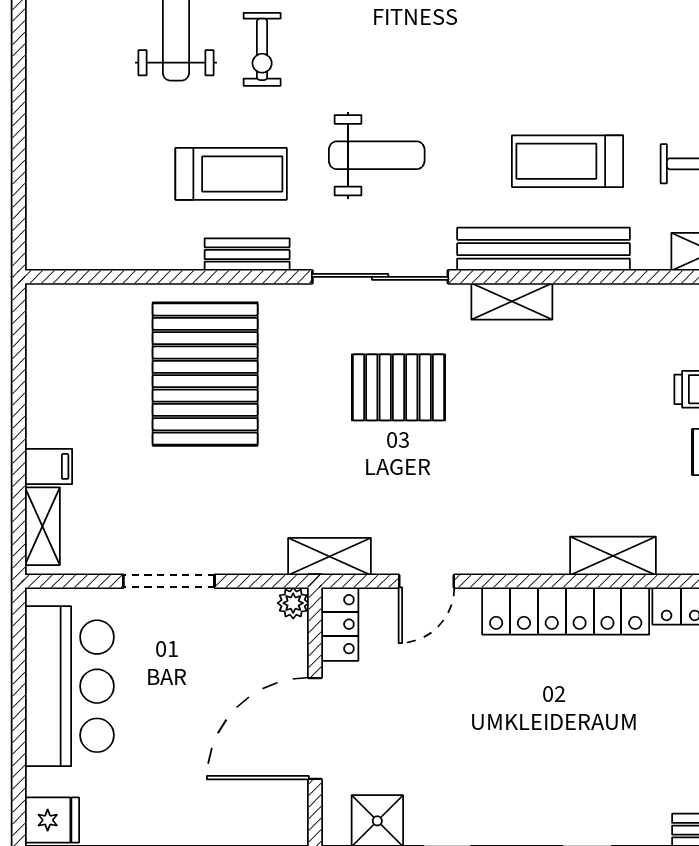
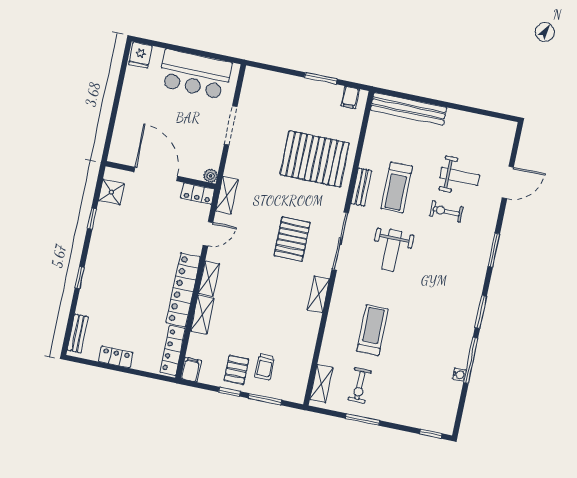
bench: (544, 249) -> (409, 109), moved, turned 90
window: (19, 399) -> (321, 78), added
filing cabinet: (49, 466) -> (350, 97), moved
shelving: (42, 526) -> (209, 279), moved, turned 90
door: (426, 581) -> (208, 234), swing flipped

